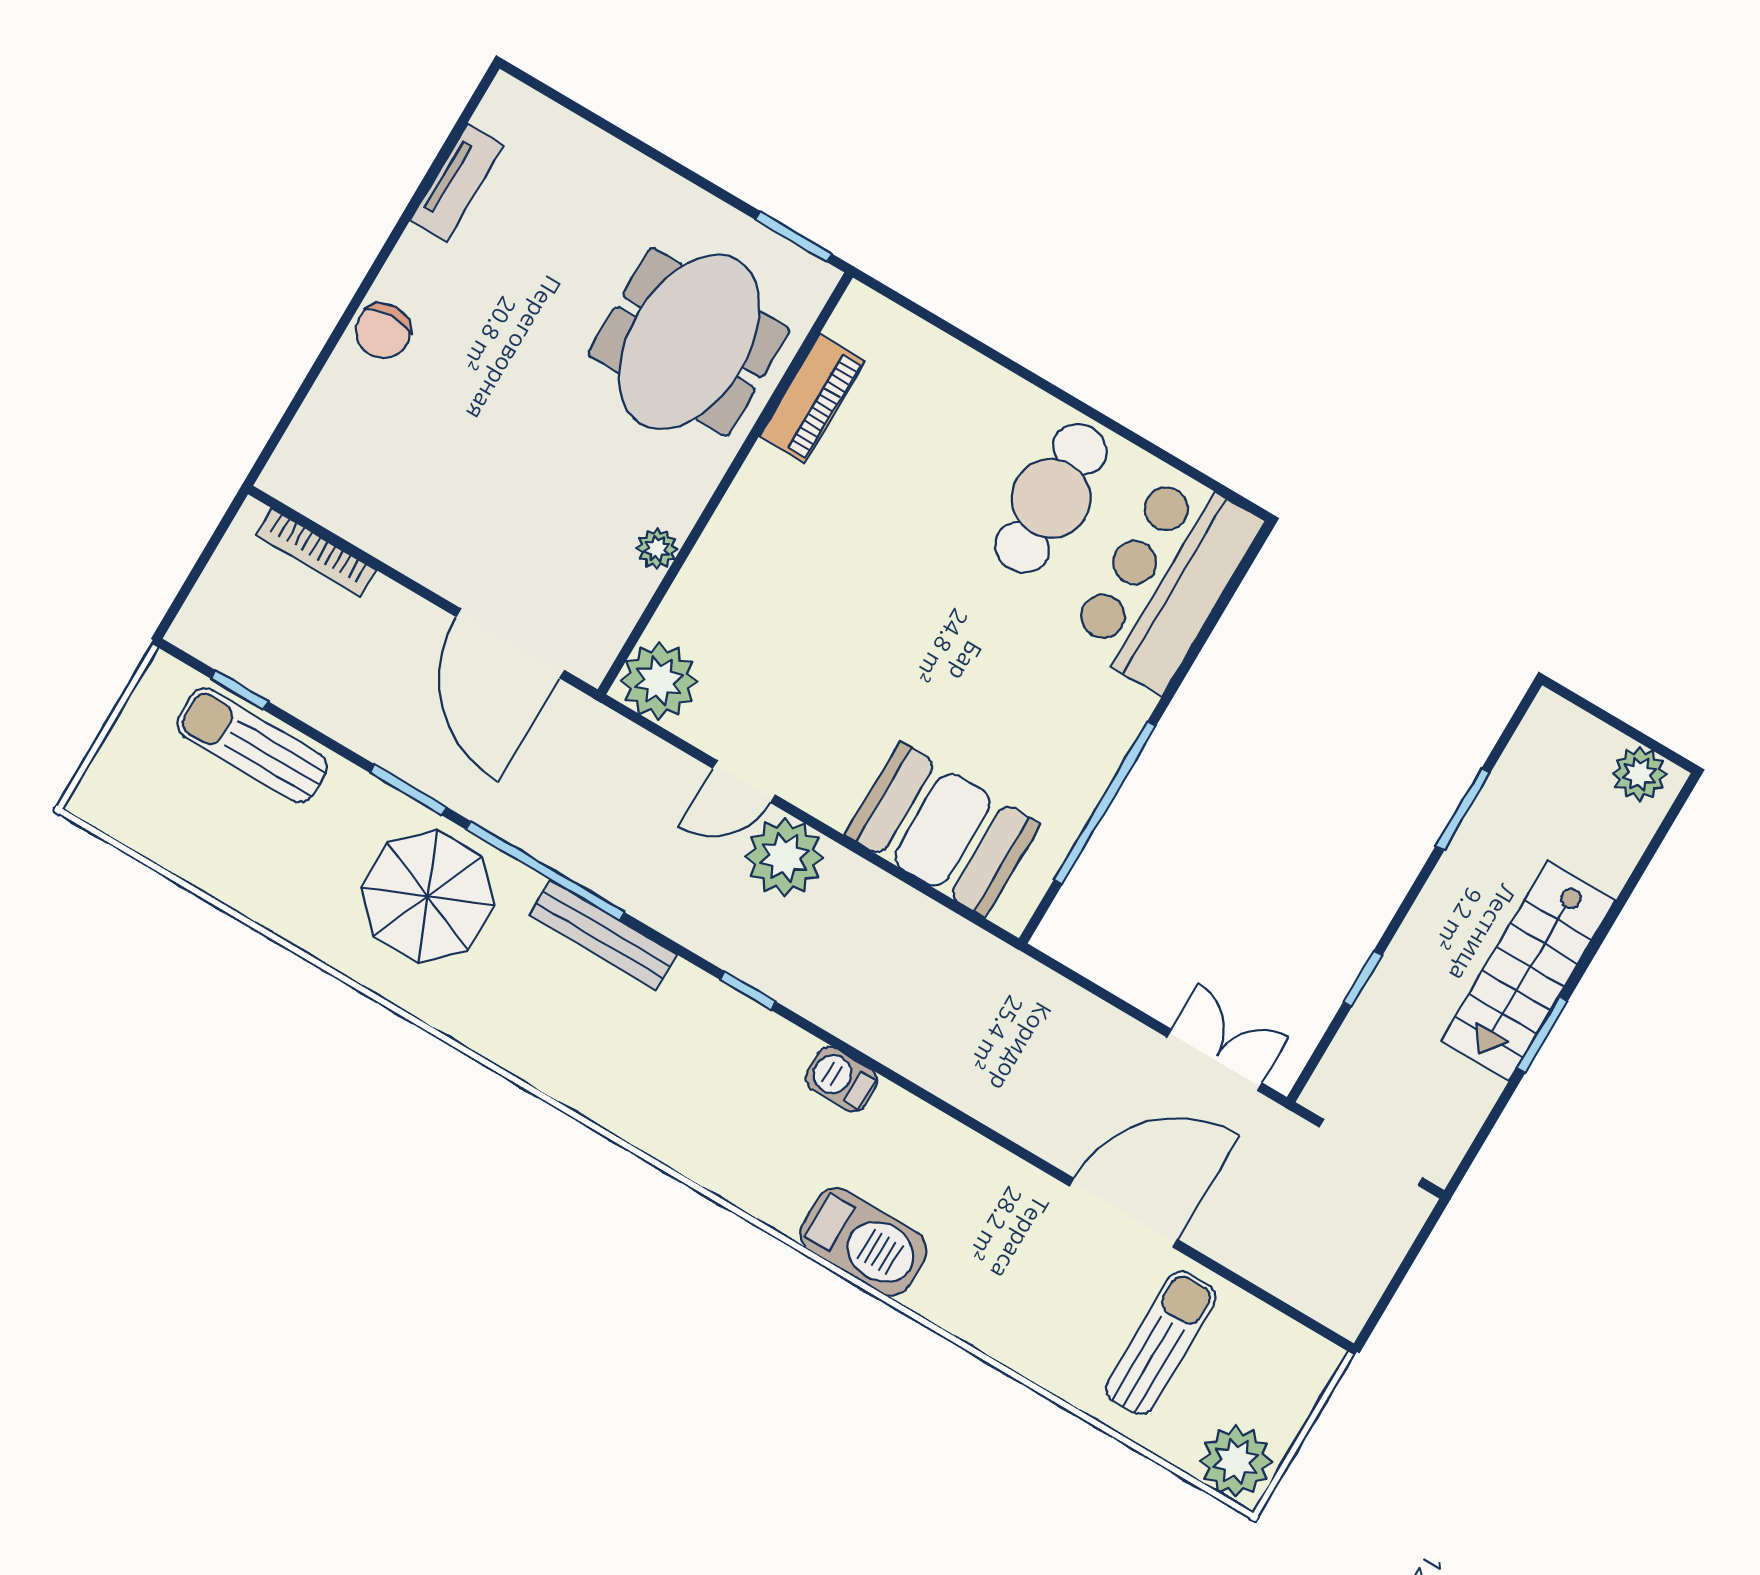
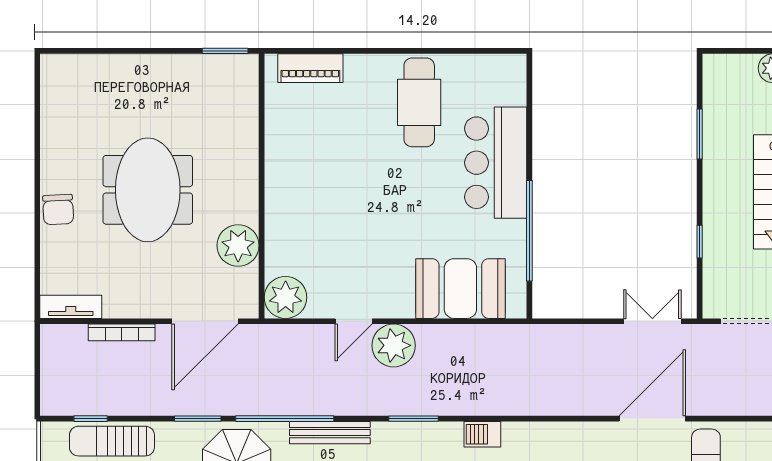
tv unit: (457, 183) -> (71, 307), moved, turned -90
meeting table: (689, 342) -> (148, 190), moved
piano: (812, 399) -> (310, 68), moved, turned 90
plant: (657, 549) -> (238, 246), width x1.88, depth x1.88
bookcase: (316, 552) -> (122, 332), moved
bar counter: (1165, 580) -> (496, 163), moved
door: (510, 643) -> (205, 321), hinge flipped
window: (748, 991) -> (414, 419), width x1.50

